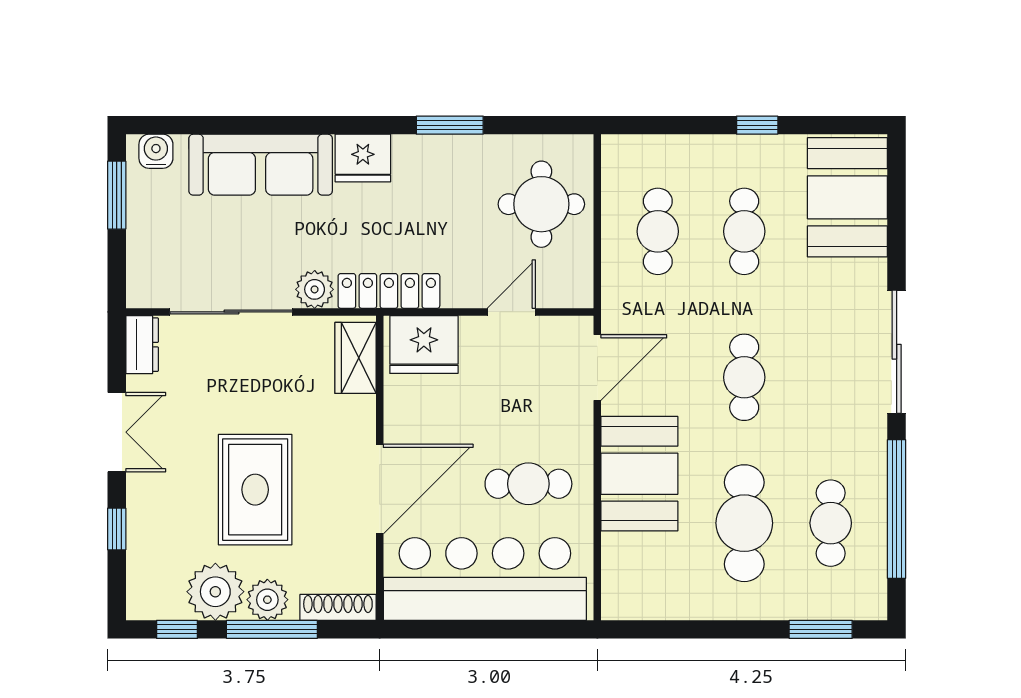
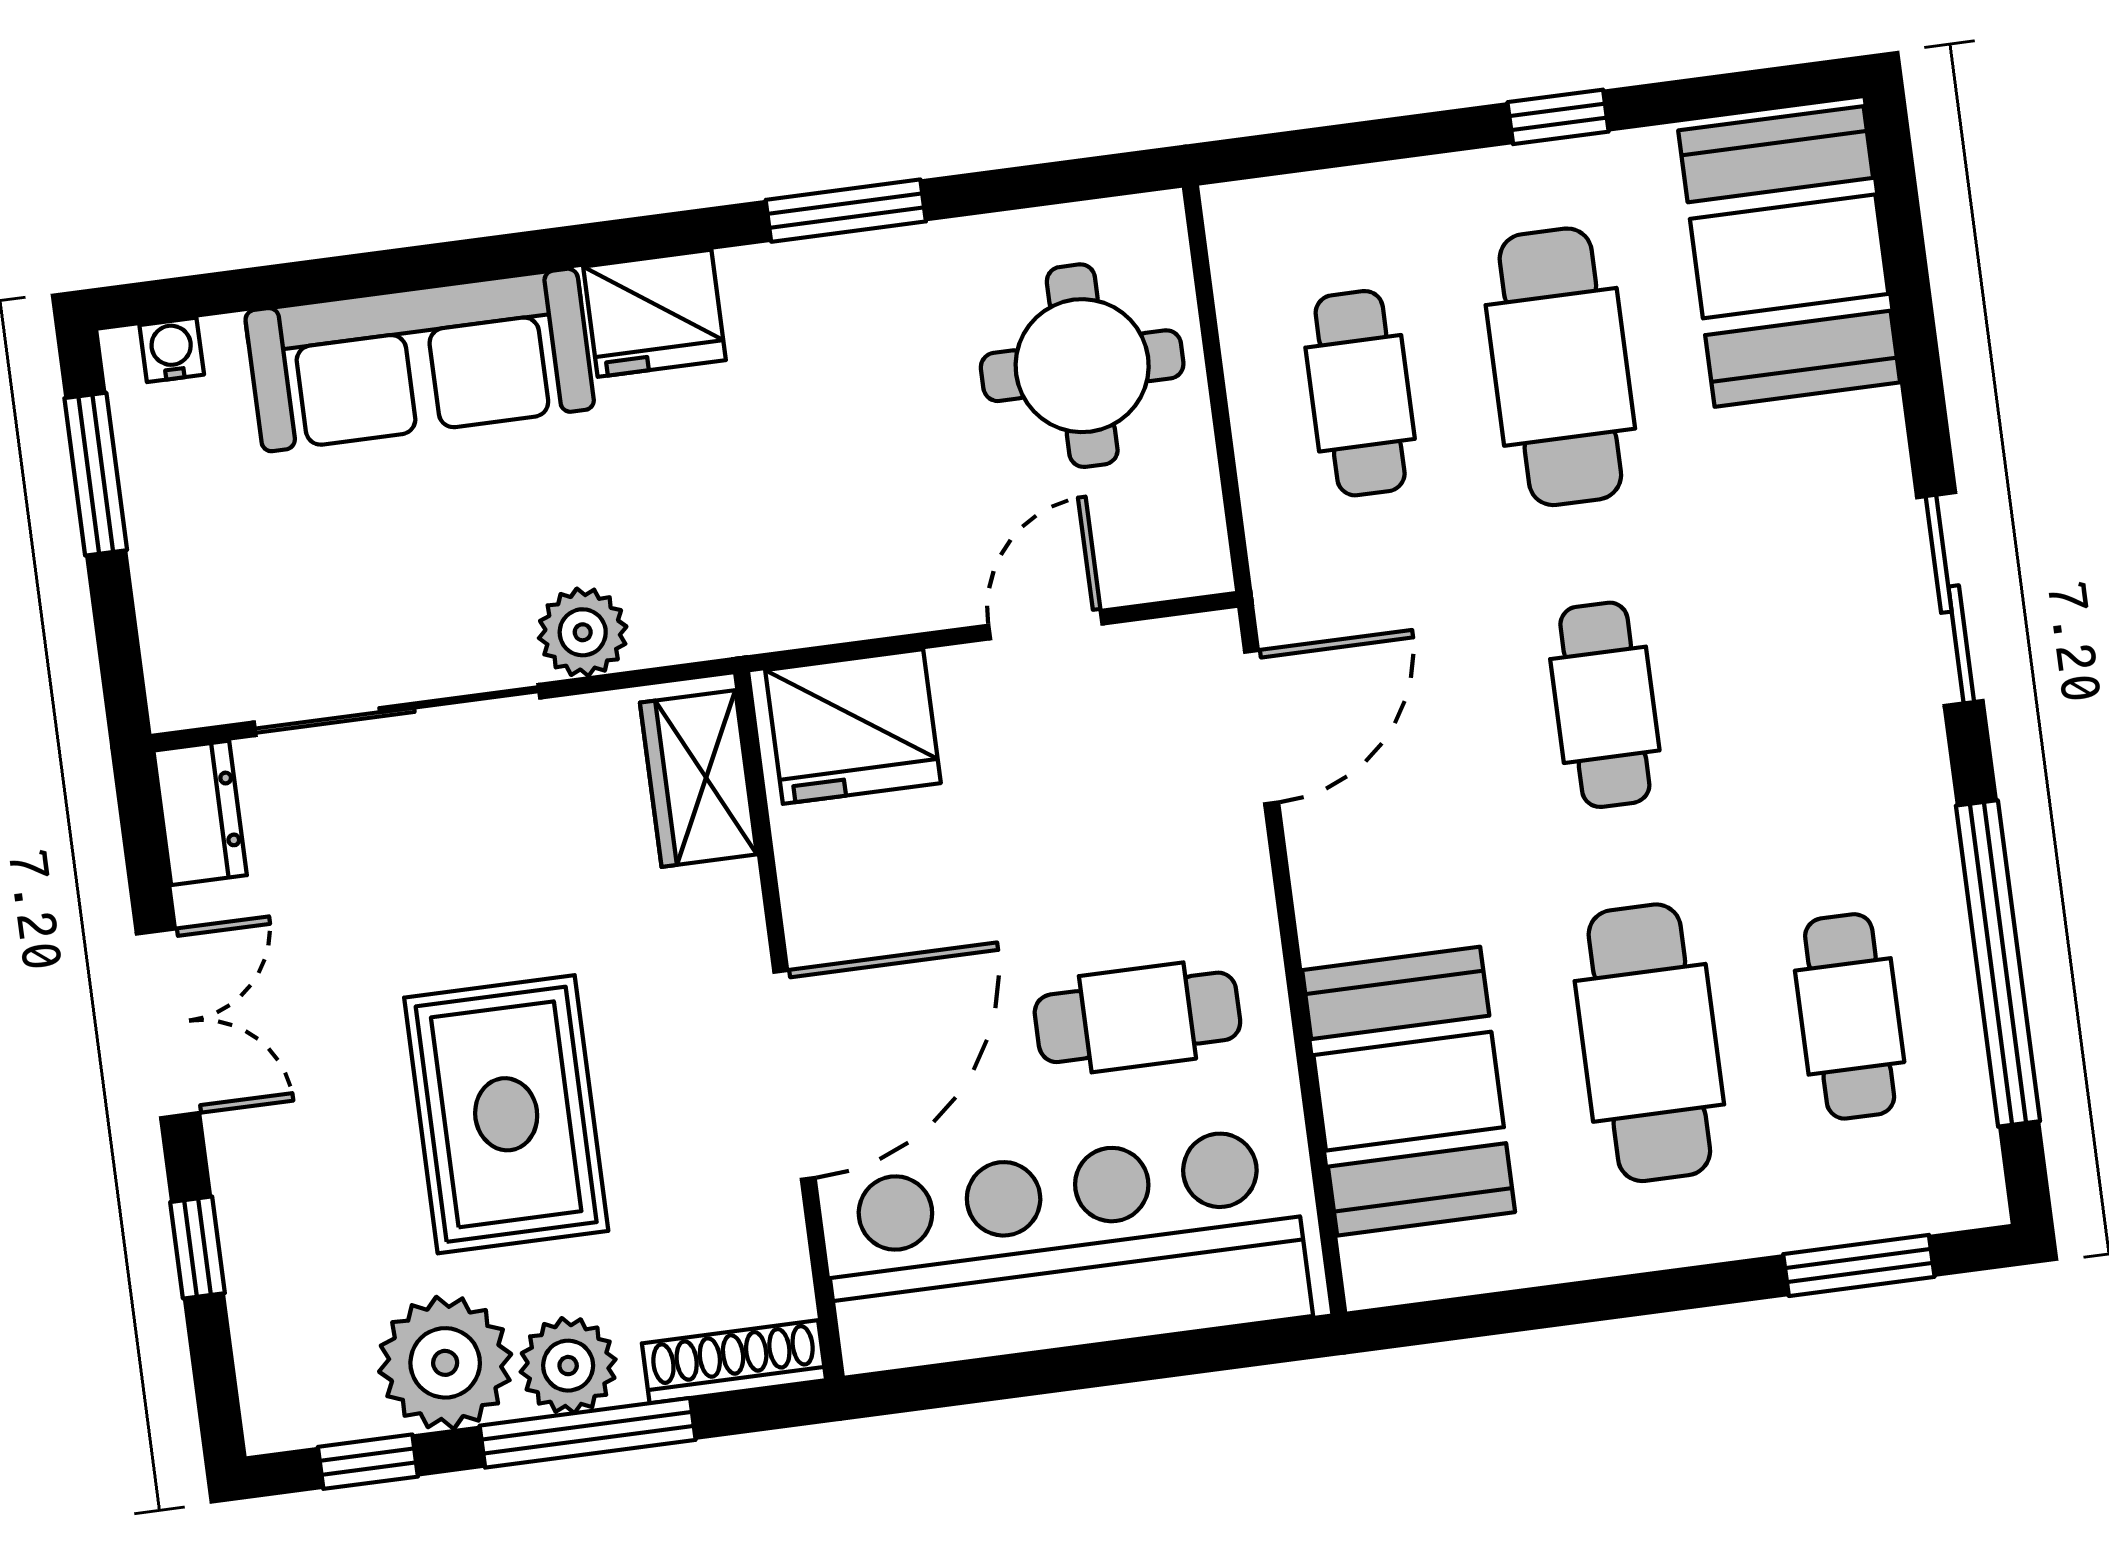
water cooler: (156, 151) -> (172, 350), width x0.72, depth x0.72
cafe table: (744, 231) -> (1560, 367), width x1.37, depth x1.35
locker: (389, 291) -> (755, 613), removed
sliding door: (897, 352) -> (1950, 599), width x0.73
booth: (639, 474) -> (1409, 1091), moved

